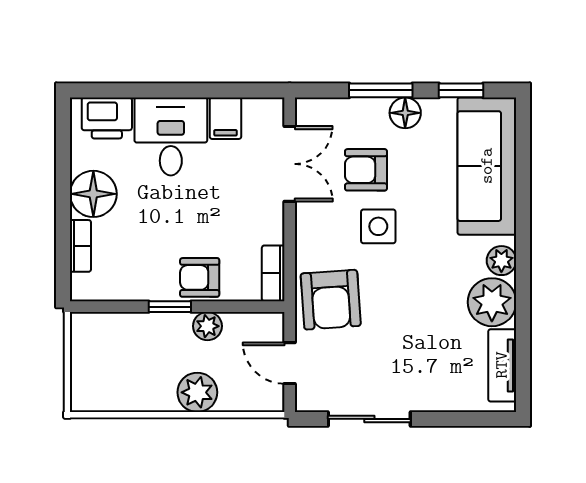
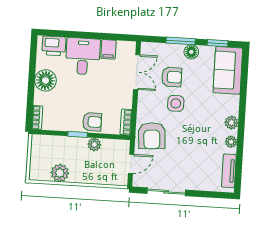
sofa: (487, 166) -> (228, 70), width x0.73
armchair: (366, 170) -> (172, 77), turned 180
bookcase: (80, 246) -> (37, 118), moved
armchair: (200, 277) -> (92, 122), turned 180
plant: (492, 302) -> (231, 142), width x0.53, depth x0.53
door: (290, 363) -> (131, 164), swing flipped
plant: (197, 392) -> (60, 173), moved

